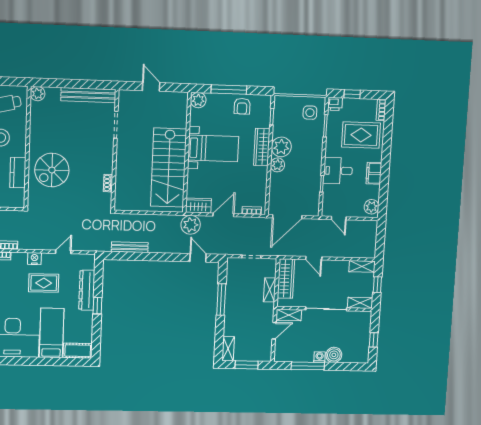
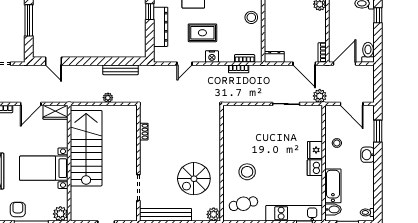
spiral stairs: (52, 170) -> (194, 179), moved, turned 180
kitchen counter: (18, 173) -> (230, 139), removed
plant: (191, 225) -> (108, 98), moved, width x0.53, depth x0.53

